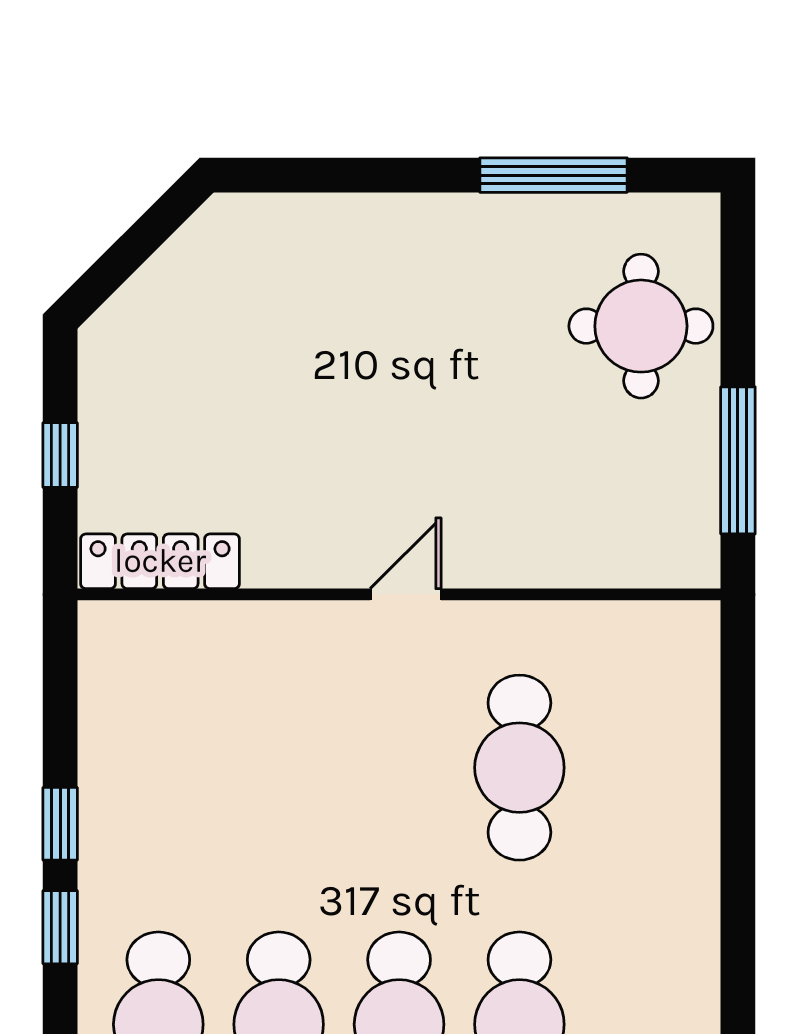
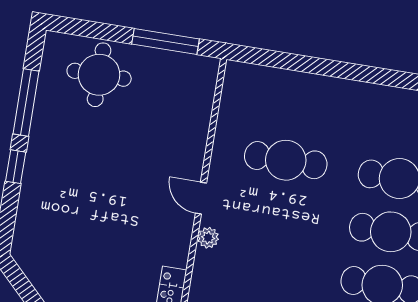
window: (409, 175) -> (16, 167), added
plant: (321, 624) -> (208, 238), added

